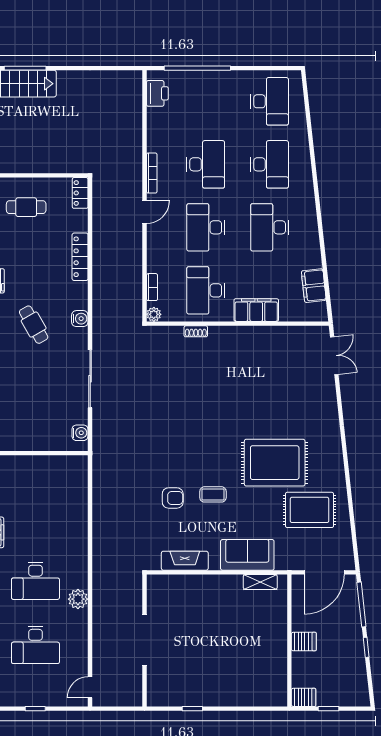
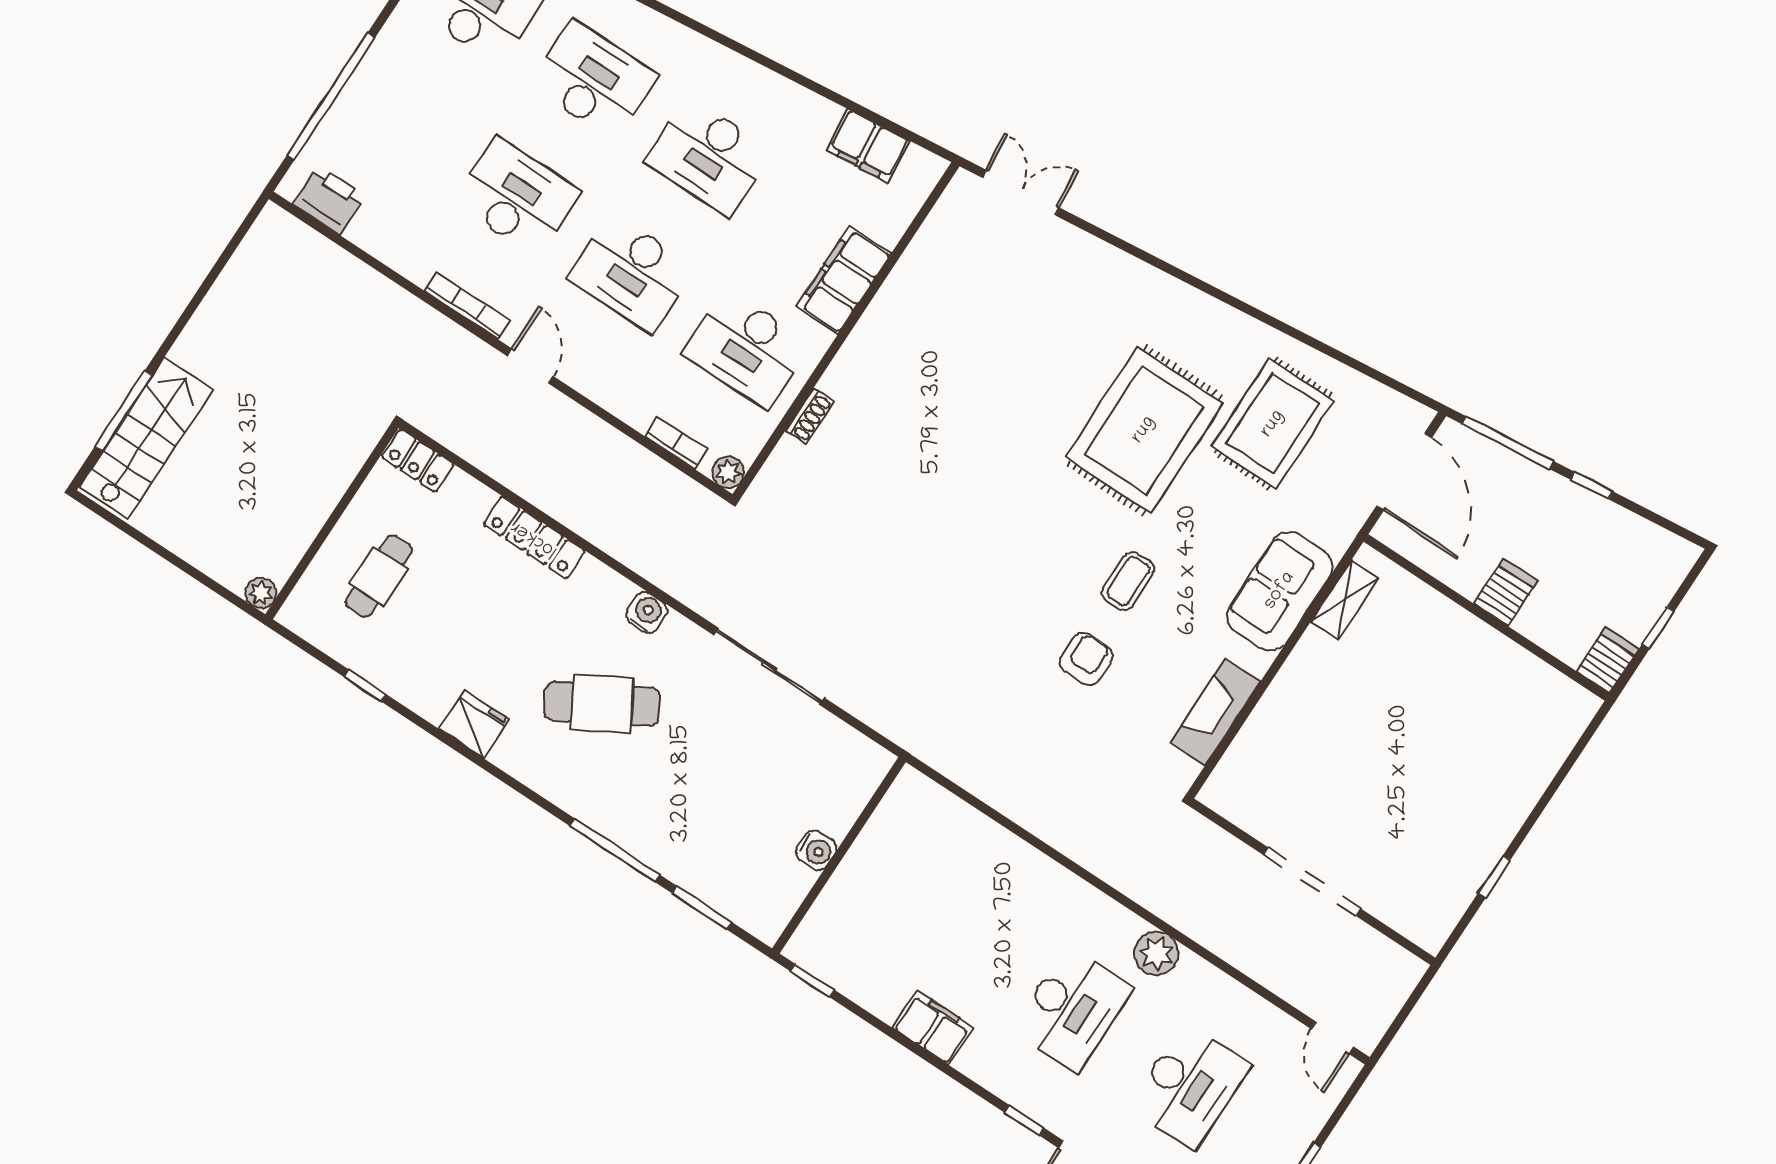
cafe table: (34, 325) -> (602, 704), width x1.37, depth x1.35
water cooler: (80, 433) -> (816, 850), moved, turned 90

